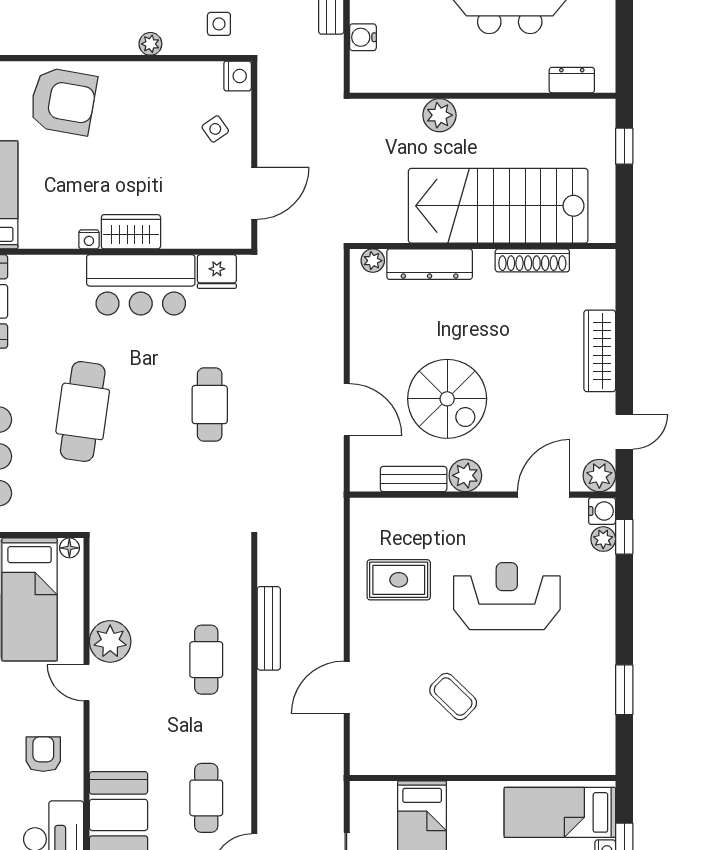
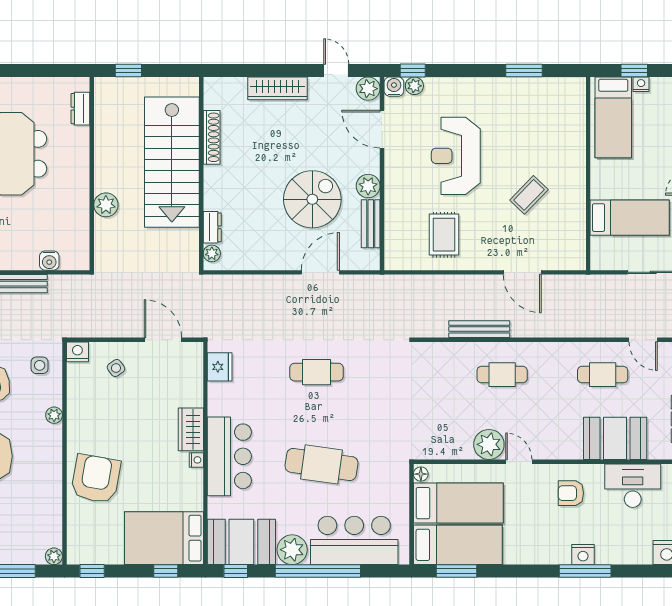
dresser: (430, 264) -> (212, 227), width x0.51, depth x0.80
bar counter: (141, 285) -> (229, 456), moved
door: (87, 683) -> (519, 462), swing flipped

